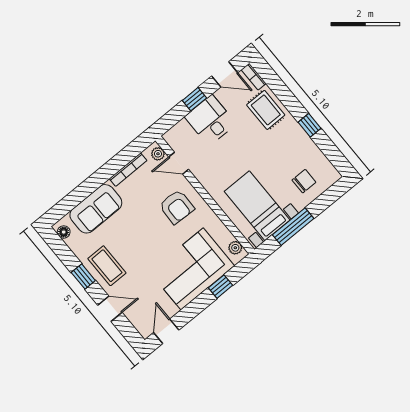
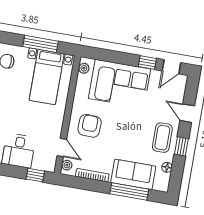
window: (194, 99) -> (35, 175), moved
window: (83, 191) -> (129, 192), added
floor lamp: (64, 232) -> (167, 167), moved
window: (221, 287) -> (147, 63), moved

